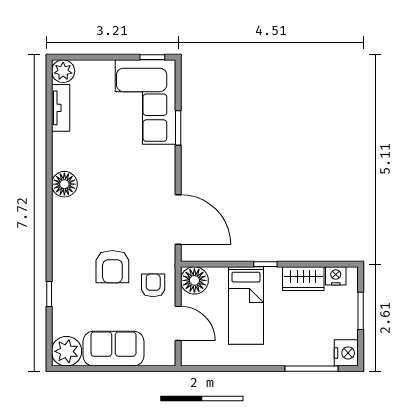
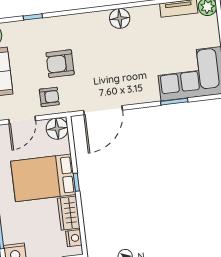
bed: (246, 305) -> (43, 178), width x1.50

